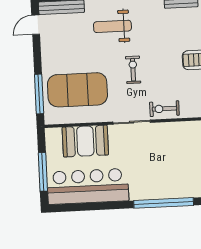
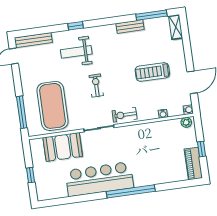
exercise mat: (77, 90) -> (52, 106), turned 90
window: (43, 172) -> (31, 175), width x0.46
bar counter: (88, 186) -> (99, 179), moved

